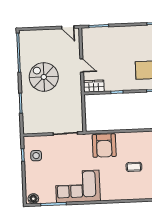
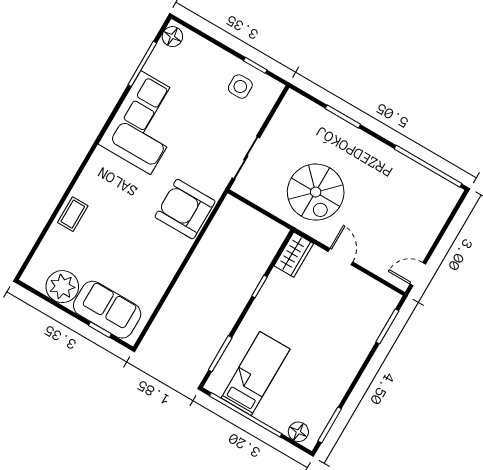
door: (82, 65) -> (340, 257), swing flipped
spiral stairs: (44, 77) -> (316, 192), moved, turned 90
coffee table: (134, 167) -> (73, 214), moved

